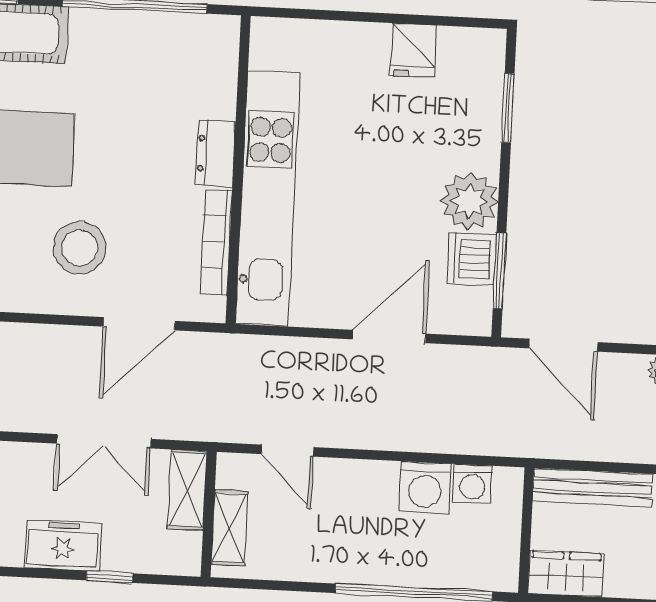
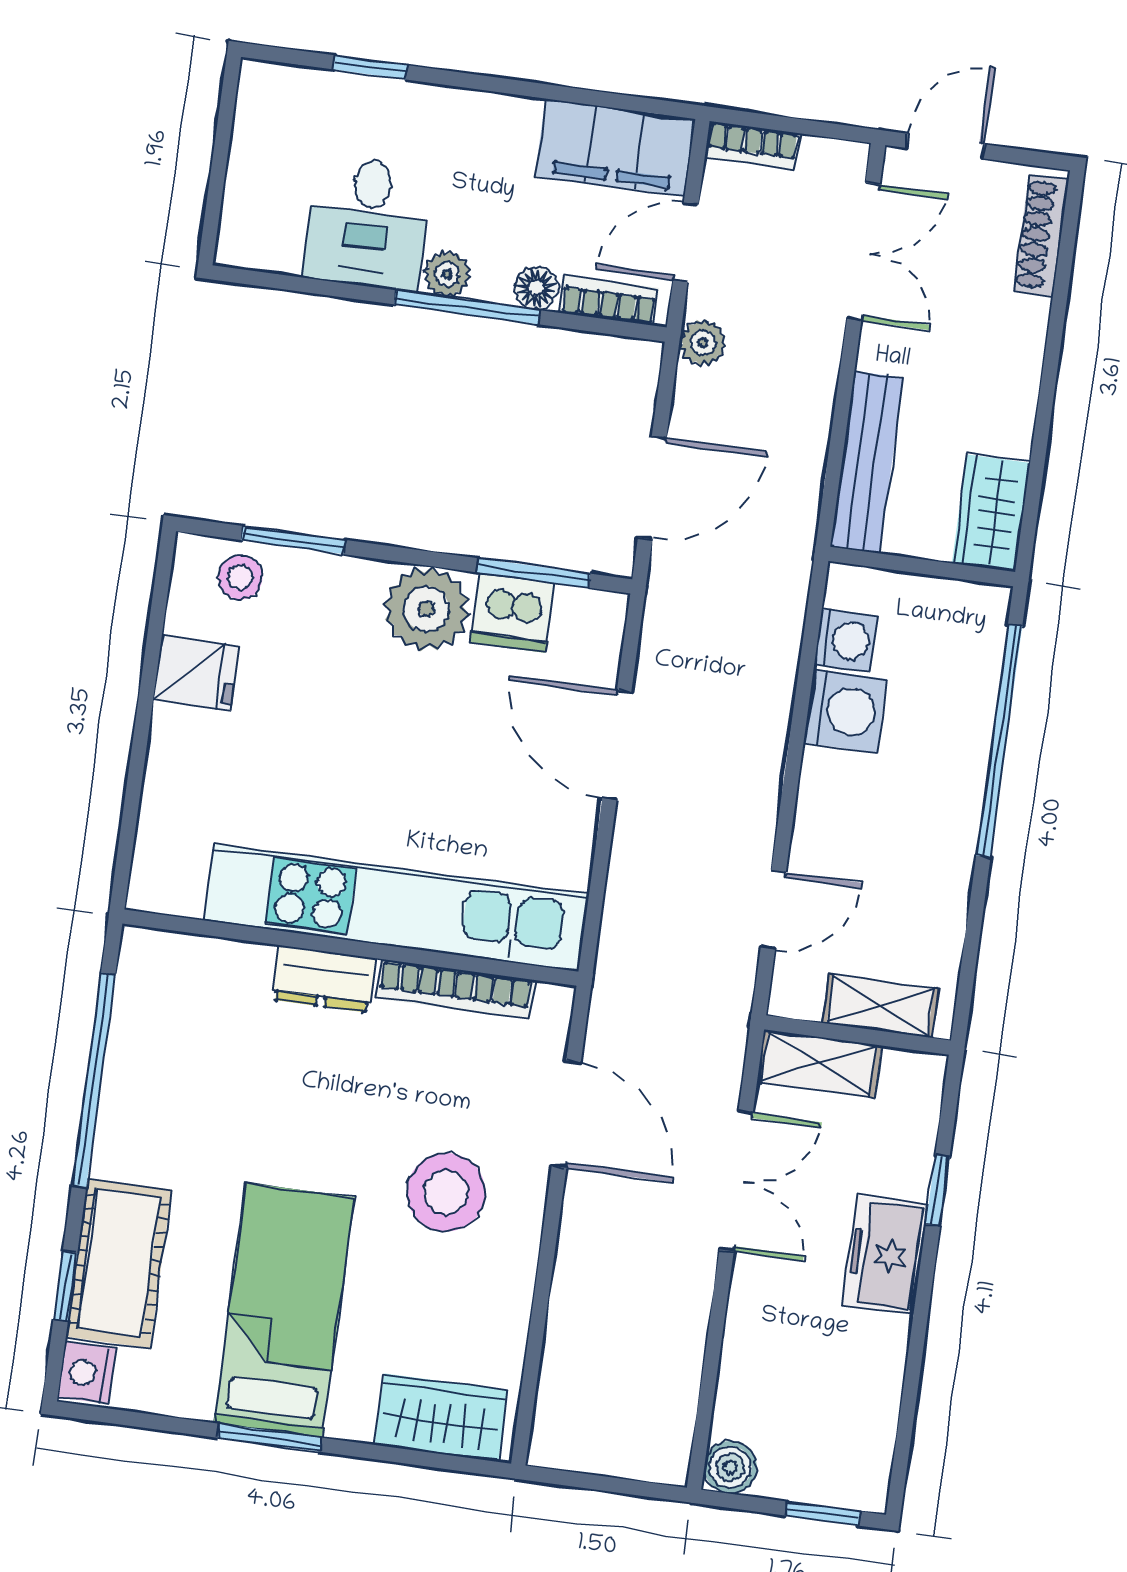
stool: (480, 75) -> (240, 577), added

